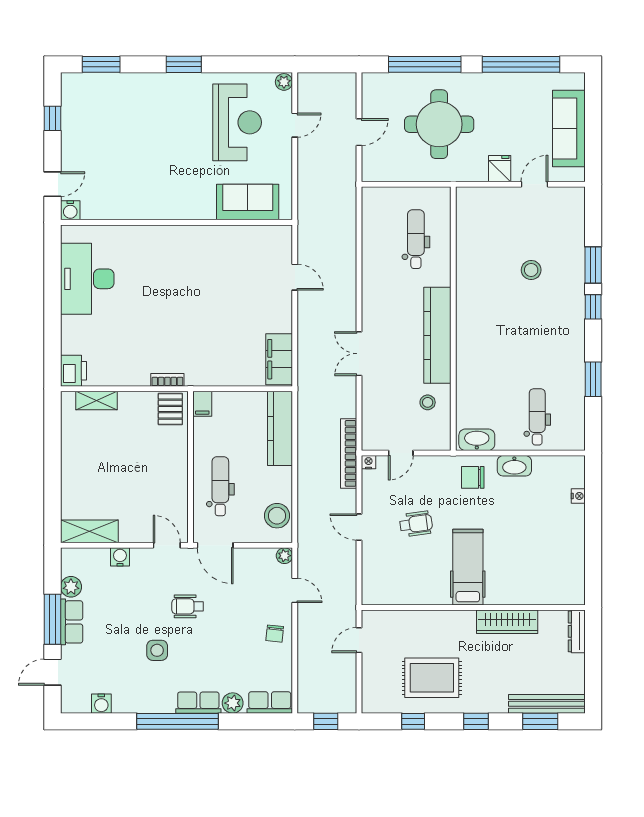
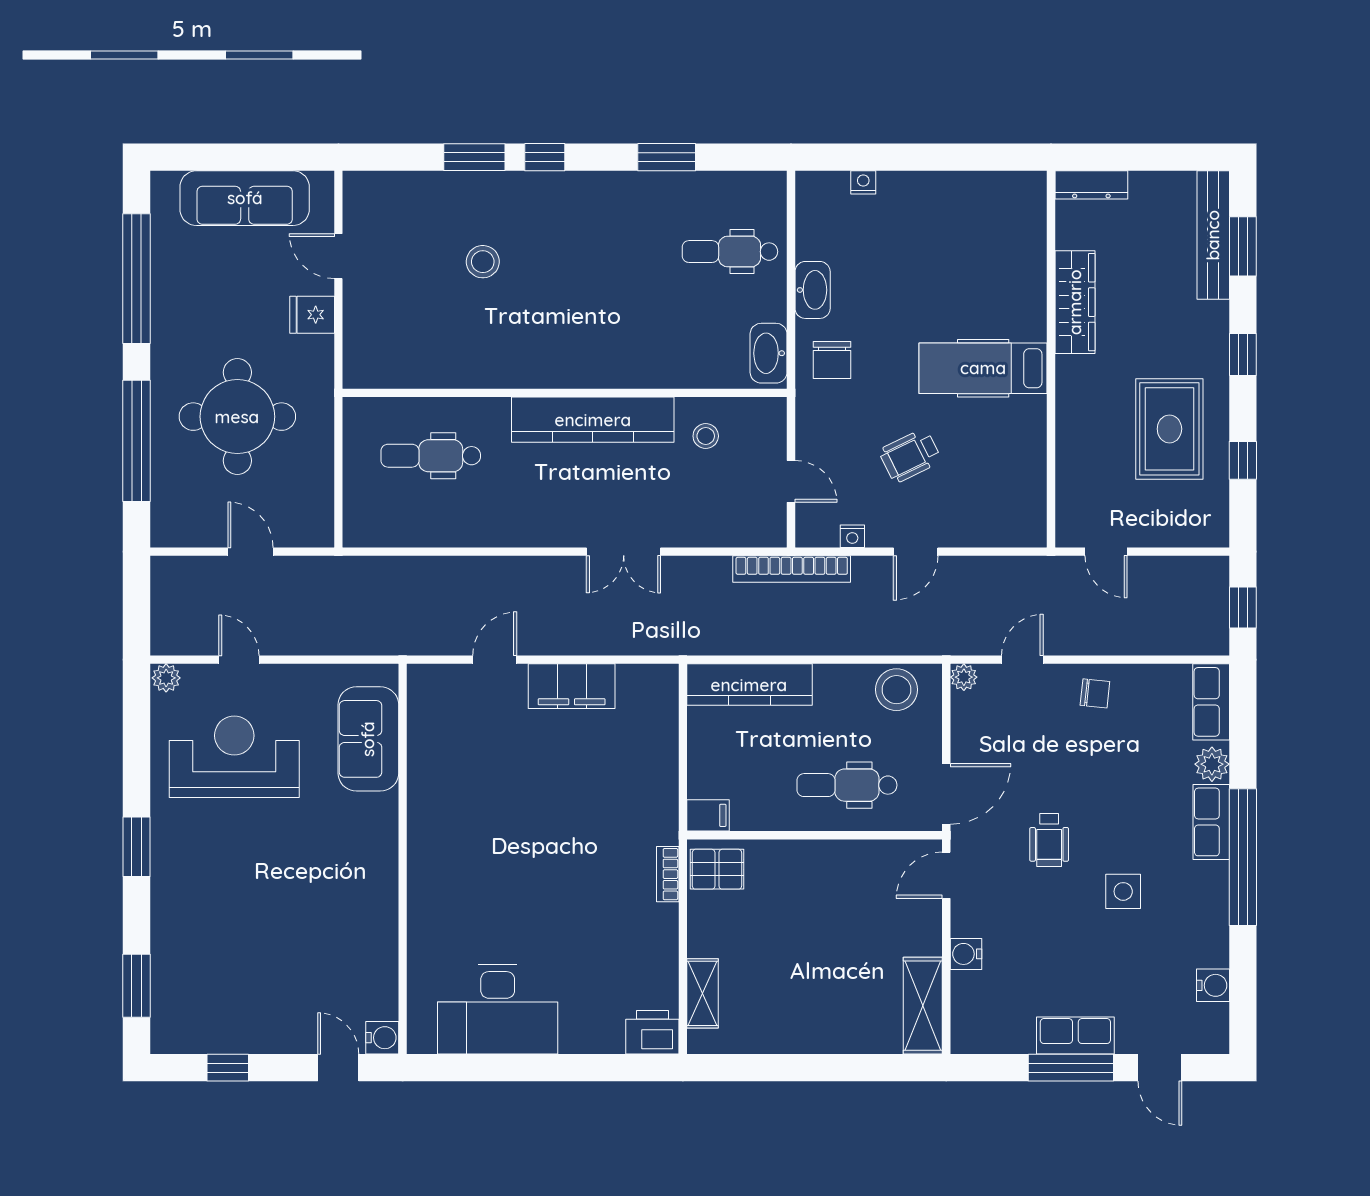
filing cabinet: (279, 359) -> (572, 686), moved
nightstand: (369, 462) -> (852, 536), moved, turned -90
wheelchair: (416, 524) -> (910, 456), turned -108
plant: (71, 587) -> (1016, 1036), removed

